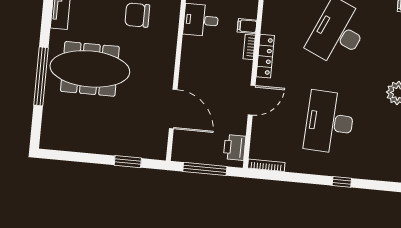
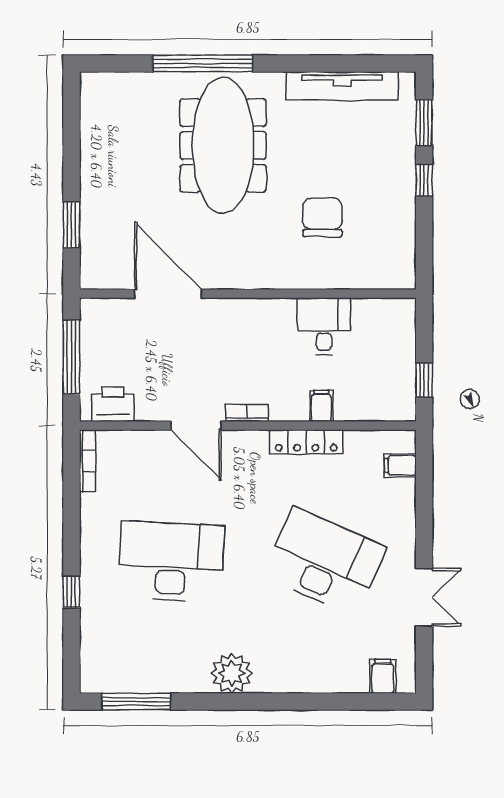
bookcase: (249, 47) -> (247, 413), moved
locker: (265, 56) -> (306, 442), moved
door: (173, 109) -> (168, 294), swing flipped

